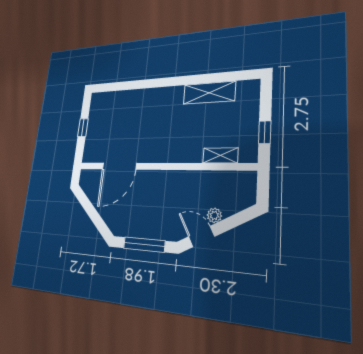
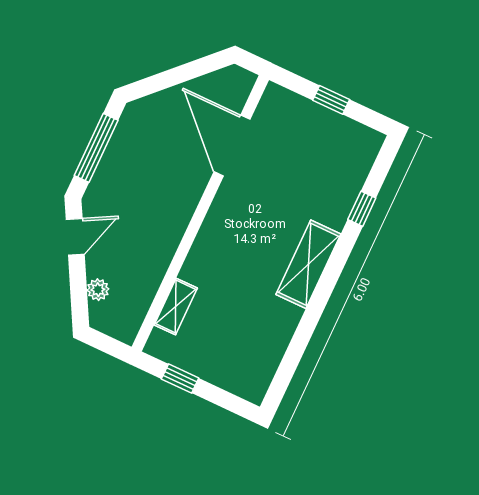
window: (130, 85) -> (362, 209), added
shelving: (209, 93) -> (308, 264), moved
plant: (214, 215) -> (98, 290), moved

